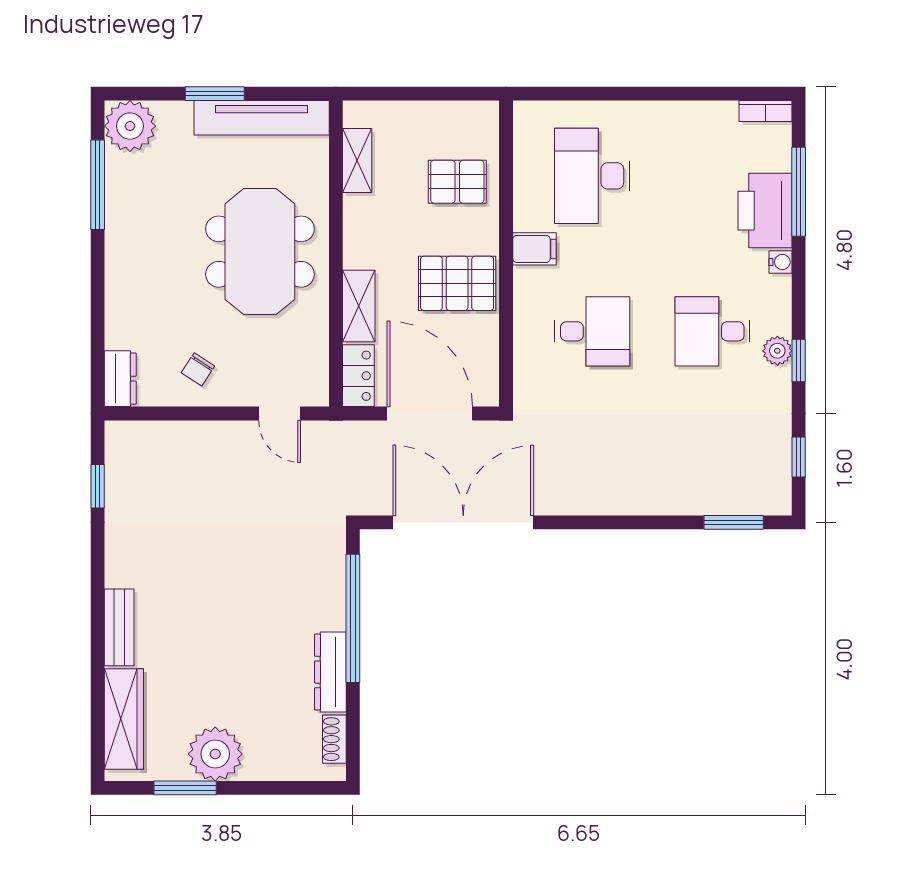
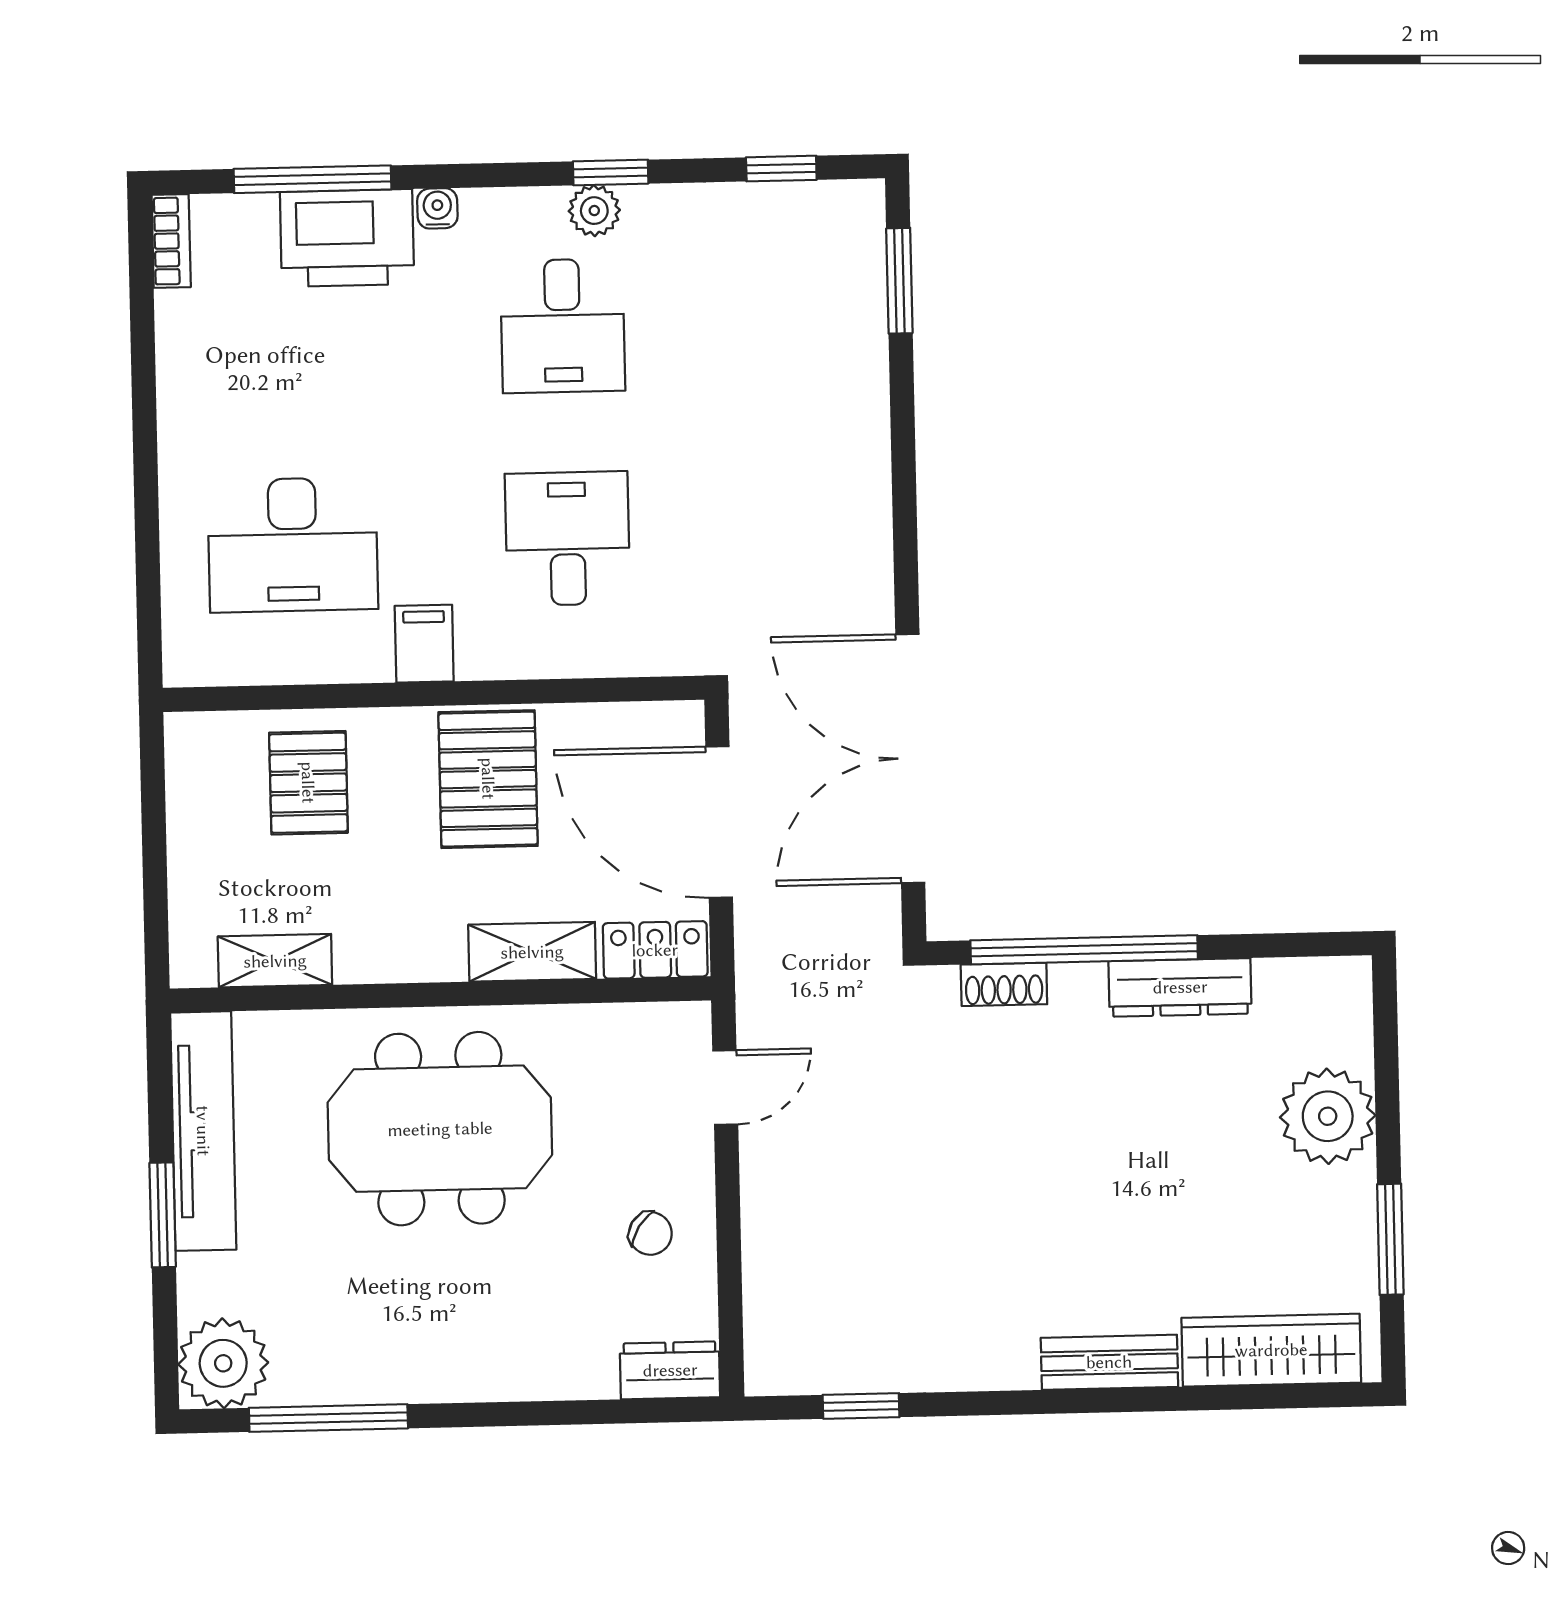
door: (430, 414) -> (719, 822), hinge flipped
shoe rack: (334, 739) -> (1004, 984), moved
plant: (215, 754) -> (1328, 1116), moved

